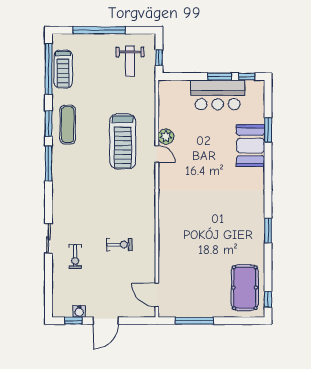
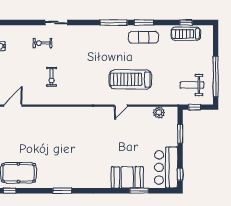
window: (99, 30) -> (216, 76), moved
window: (48, 69) -> (186, 23), width x0.32
window: (219, 77) -> (180, 134), moved
bar counter: (218, 95) -> (166, 167), moved
plant: (166, 137) -> (159, 112), moved

